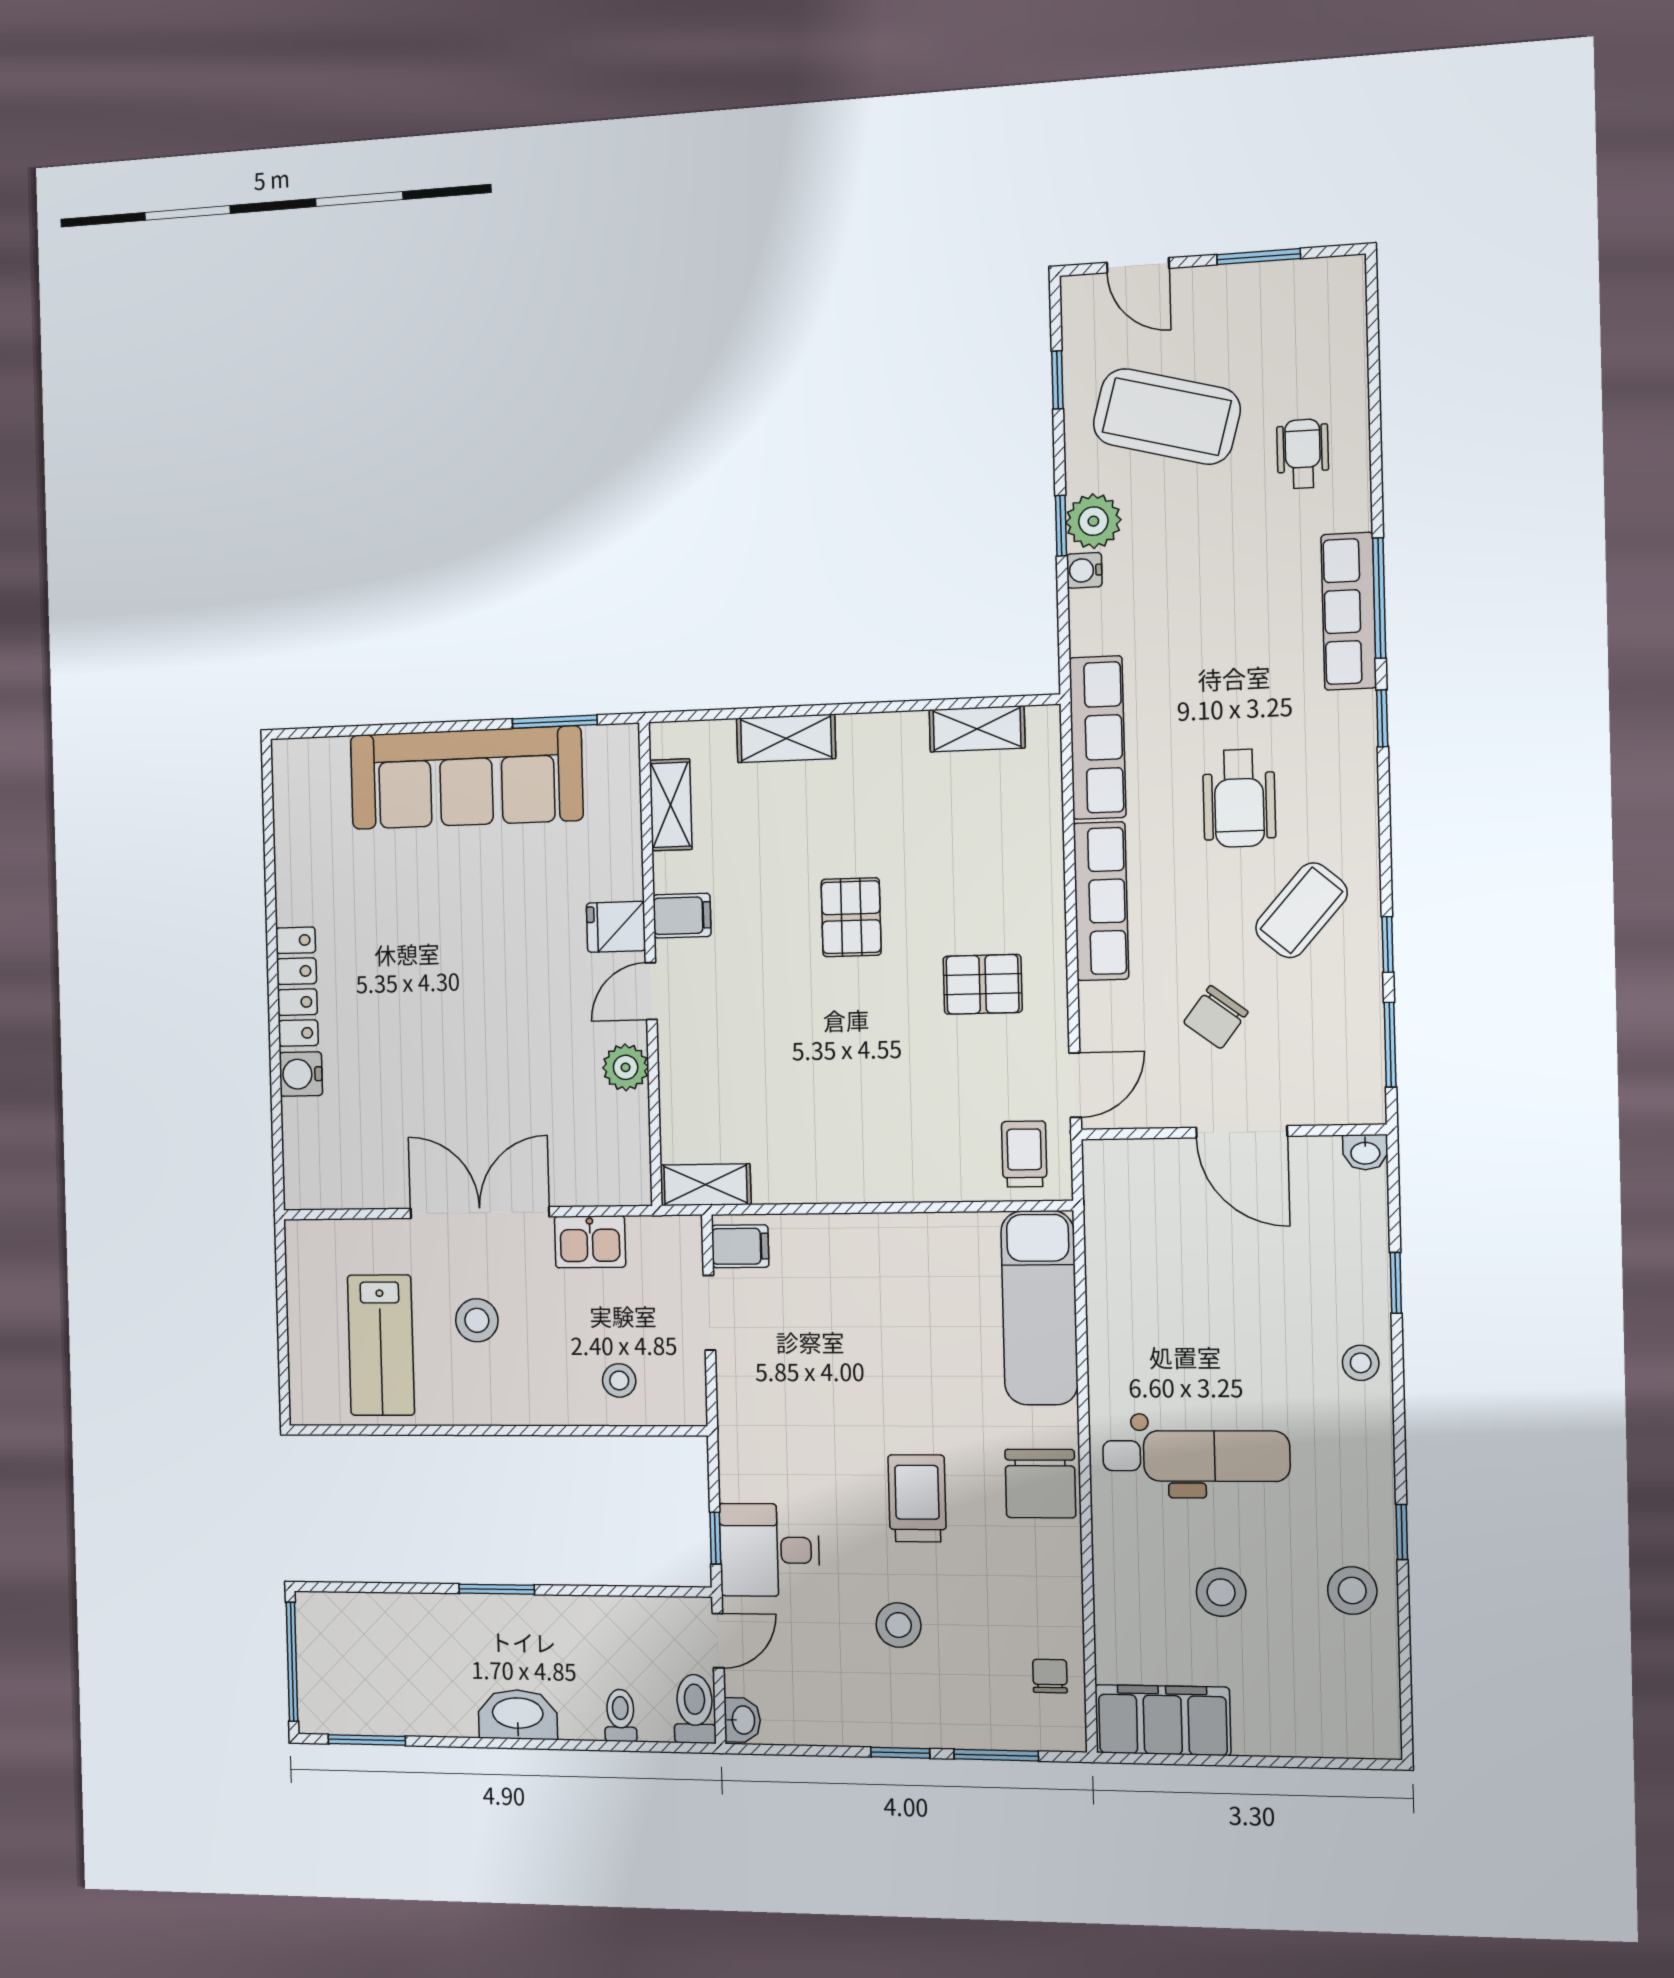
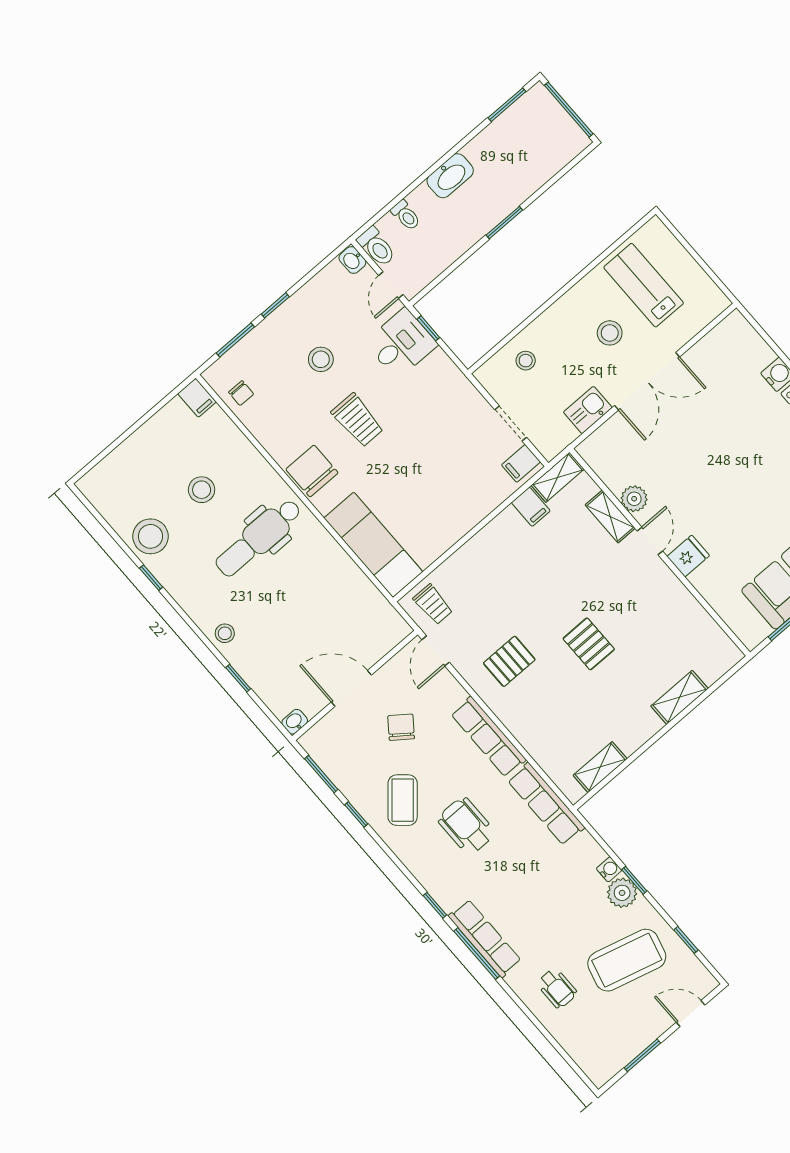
shelving: (671, 805) -> (610, 516), moved
filing cabinet: (682, 916) -> (531, 507), moved, turned -90
stool: (1352, 1590) -> (150, 536), width x1.38, depth x1.38
filing cabinet: (1163, 1720) -> (197, 398), width x0.33, depth x0.86

